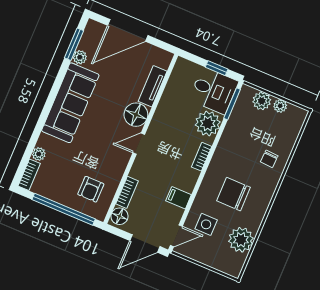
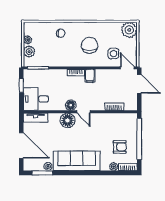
tv unit: (153, 86) -> (36, 118), moved
desk: (214, 91) -> (36, 99), moved, turned -90
plant: (208, 123) -> (55, 77), removed
armchair: (91, 189) -> (120, 147), moved
chair: (233, 194) -> (89, 45), turned 180
filing cabinet: (179, 198) -> (90, 76), moved
floor lamp: (120, 216) -> (71, 105), moved
plant: (241, 240) -> (129, 30), moved

